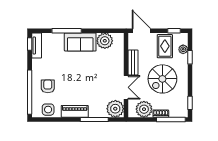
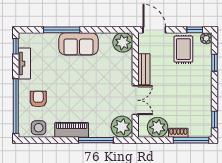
plant: (105, 41) -> (123, 42), moved
tv unit: (37, 46) -> (24, 64), moved
plant: (183, 49) -> (206, 38), moved
spiral stairs: (162, 79) -> (180, 90), removed

